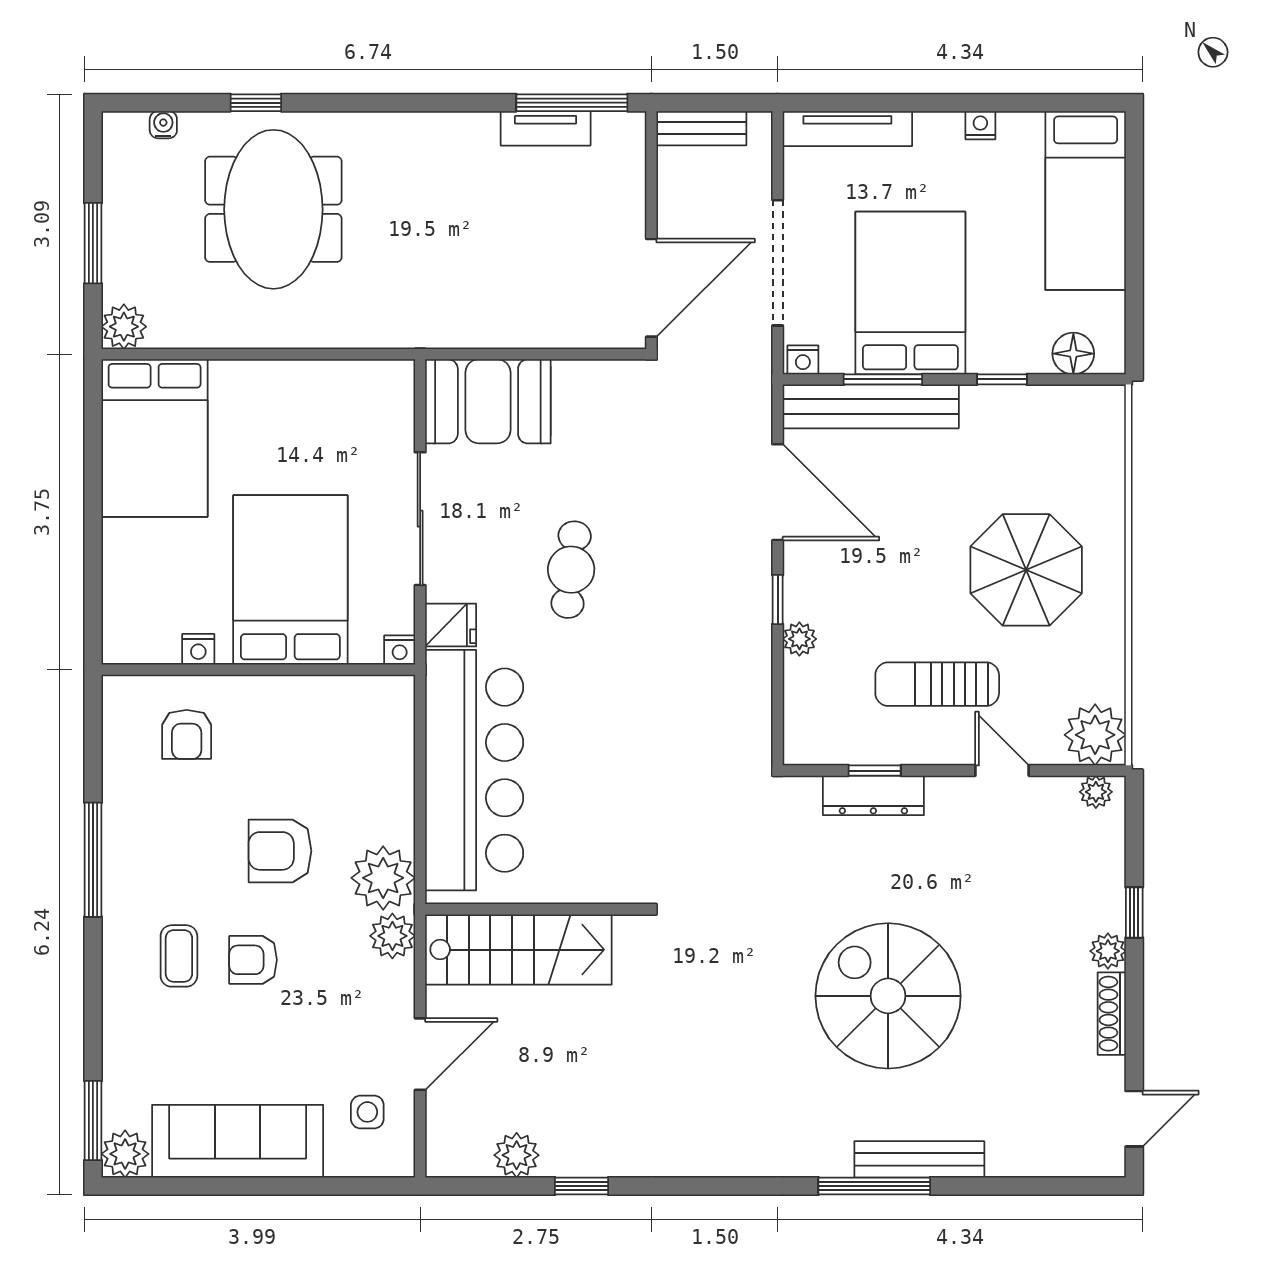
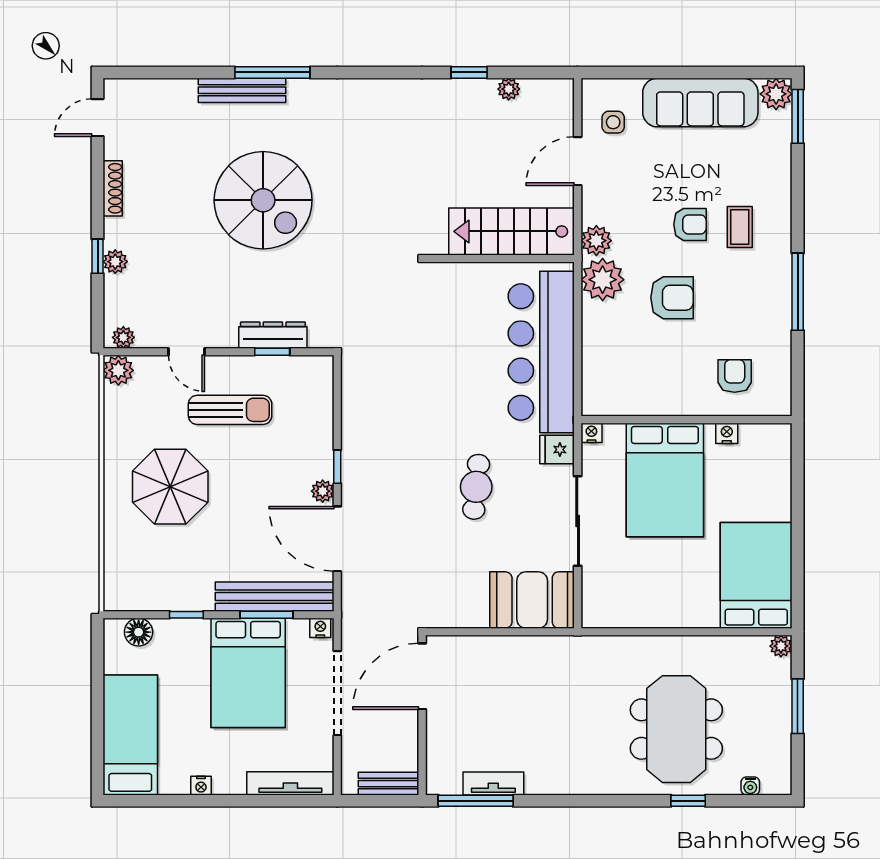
plant: (124, 327) -> (781, 646), width x0.73, depth x0.73
plant: (799, 639) -> (323, 491), moved
plant: (1095, 735) -> (118, 370), width x0.73, depth x0.73
plant: (1108, 951) -> (115, 262), moved
plant: (517, 1155) -> (509, 89), width x0.73, depth x0.73

